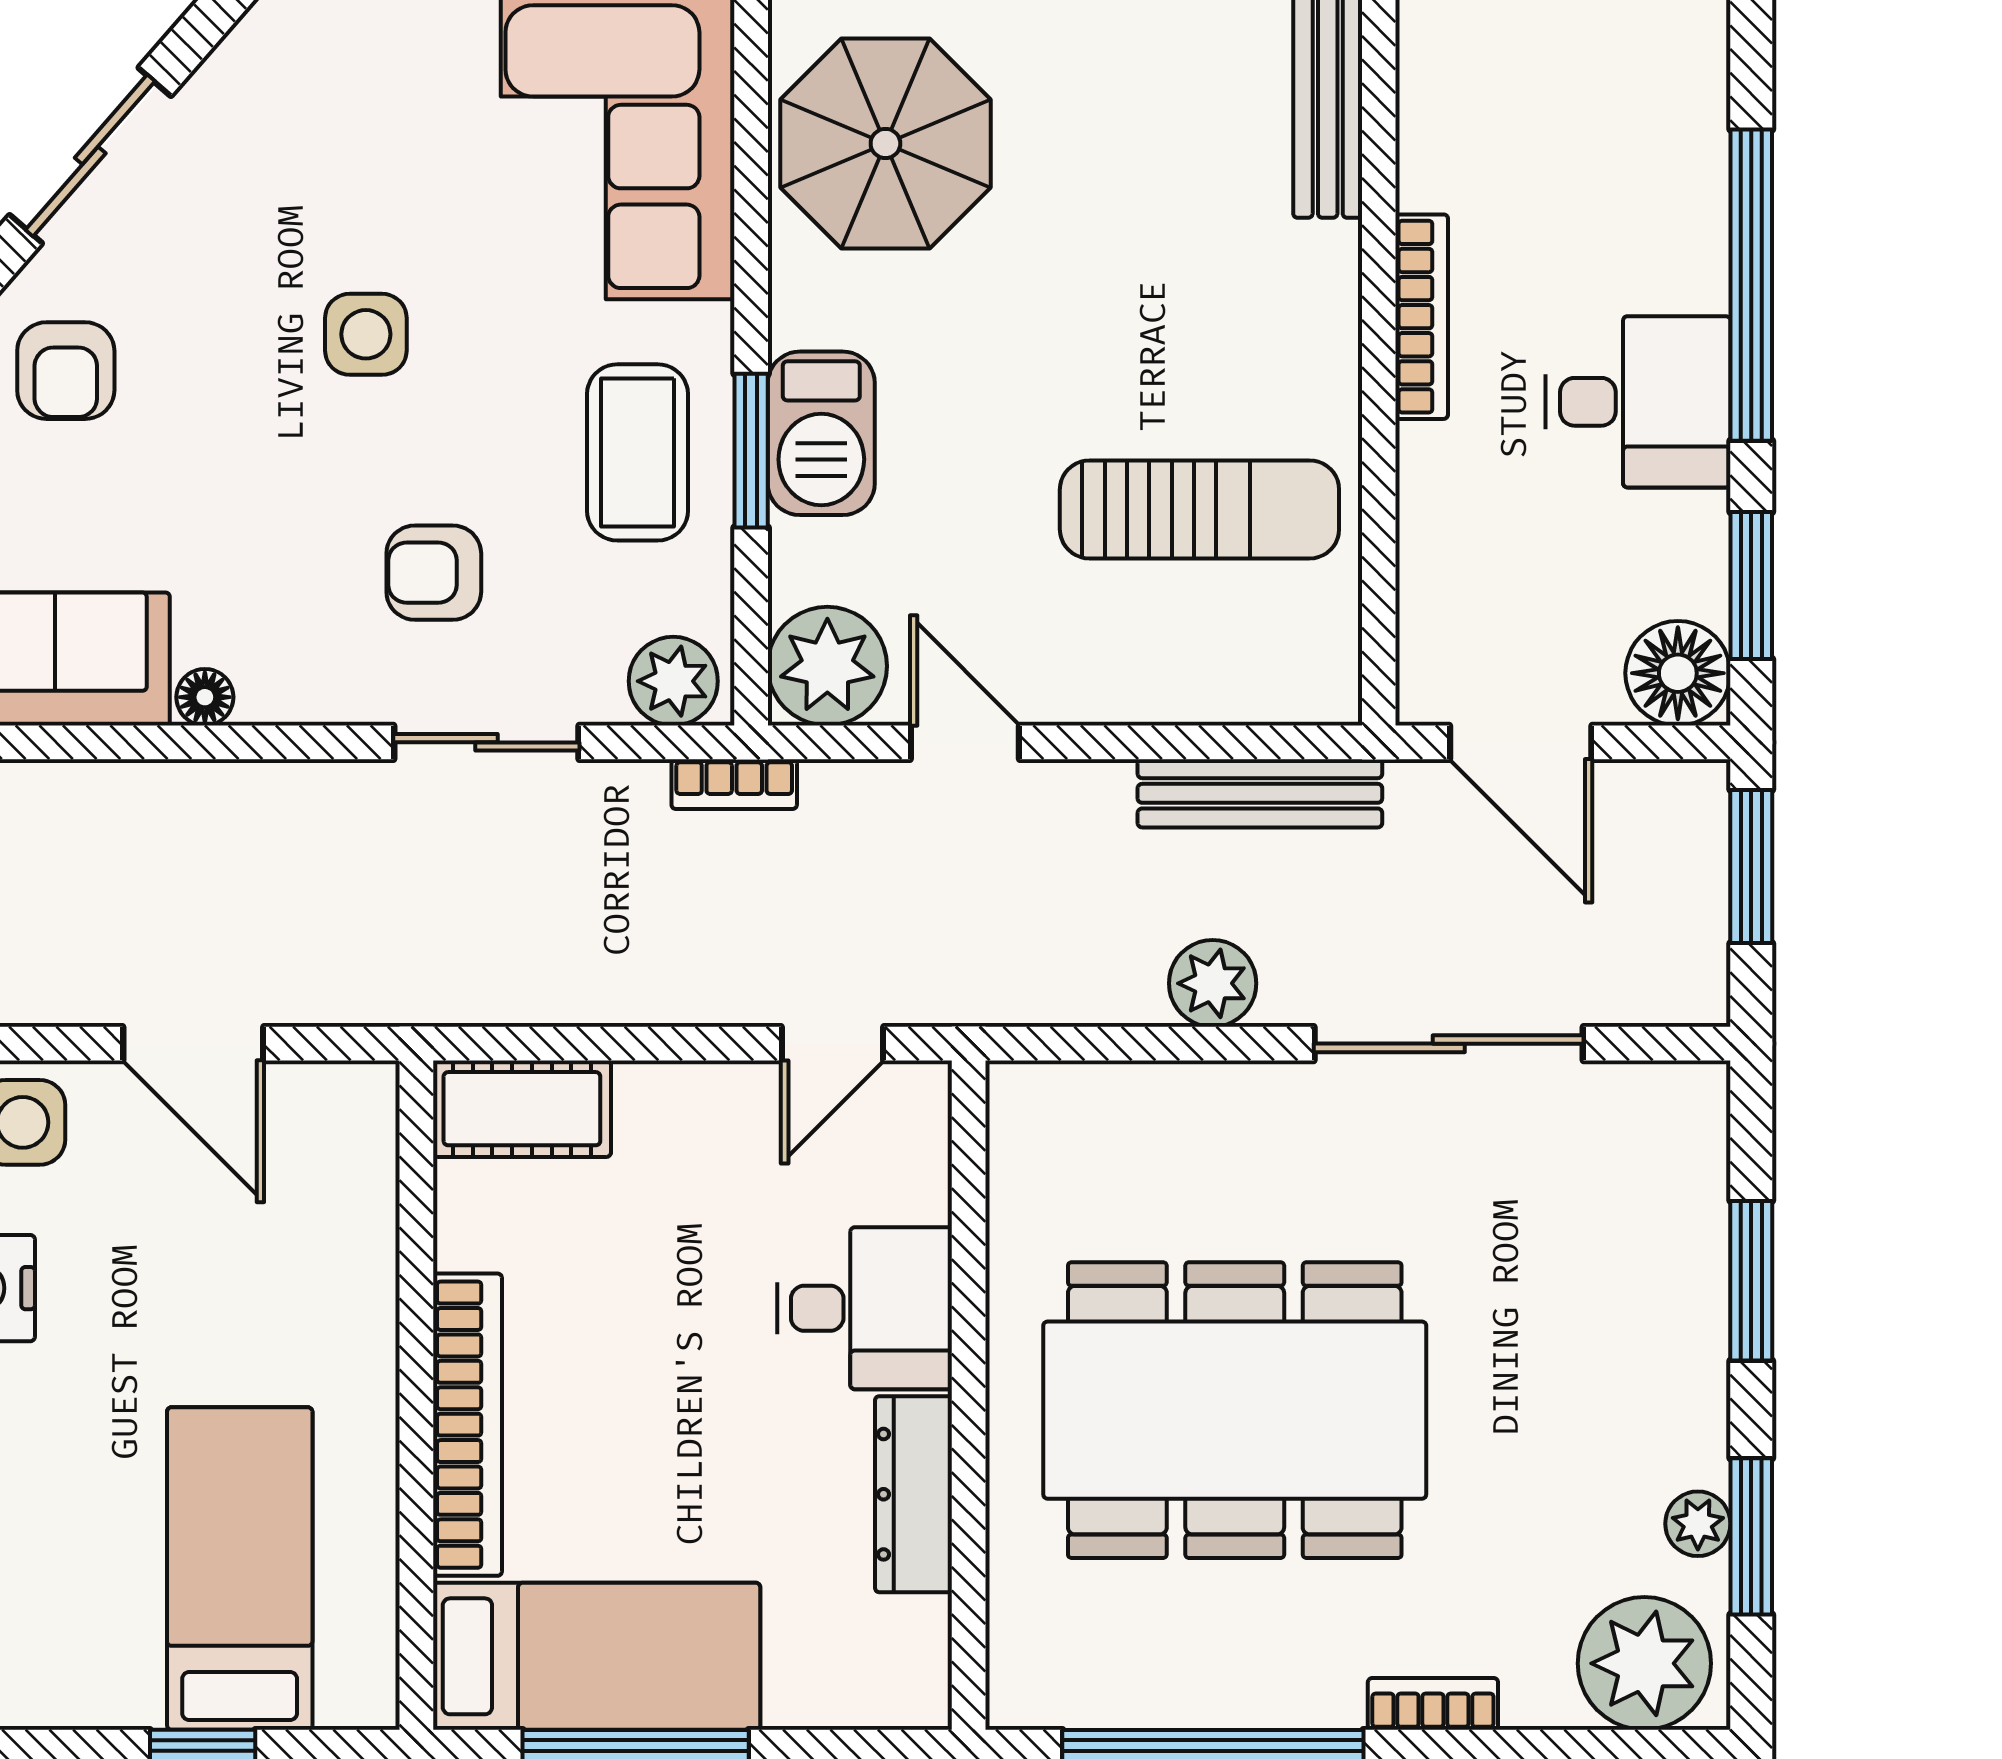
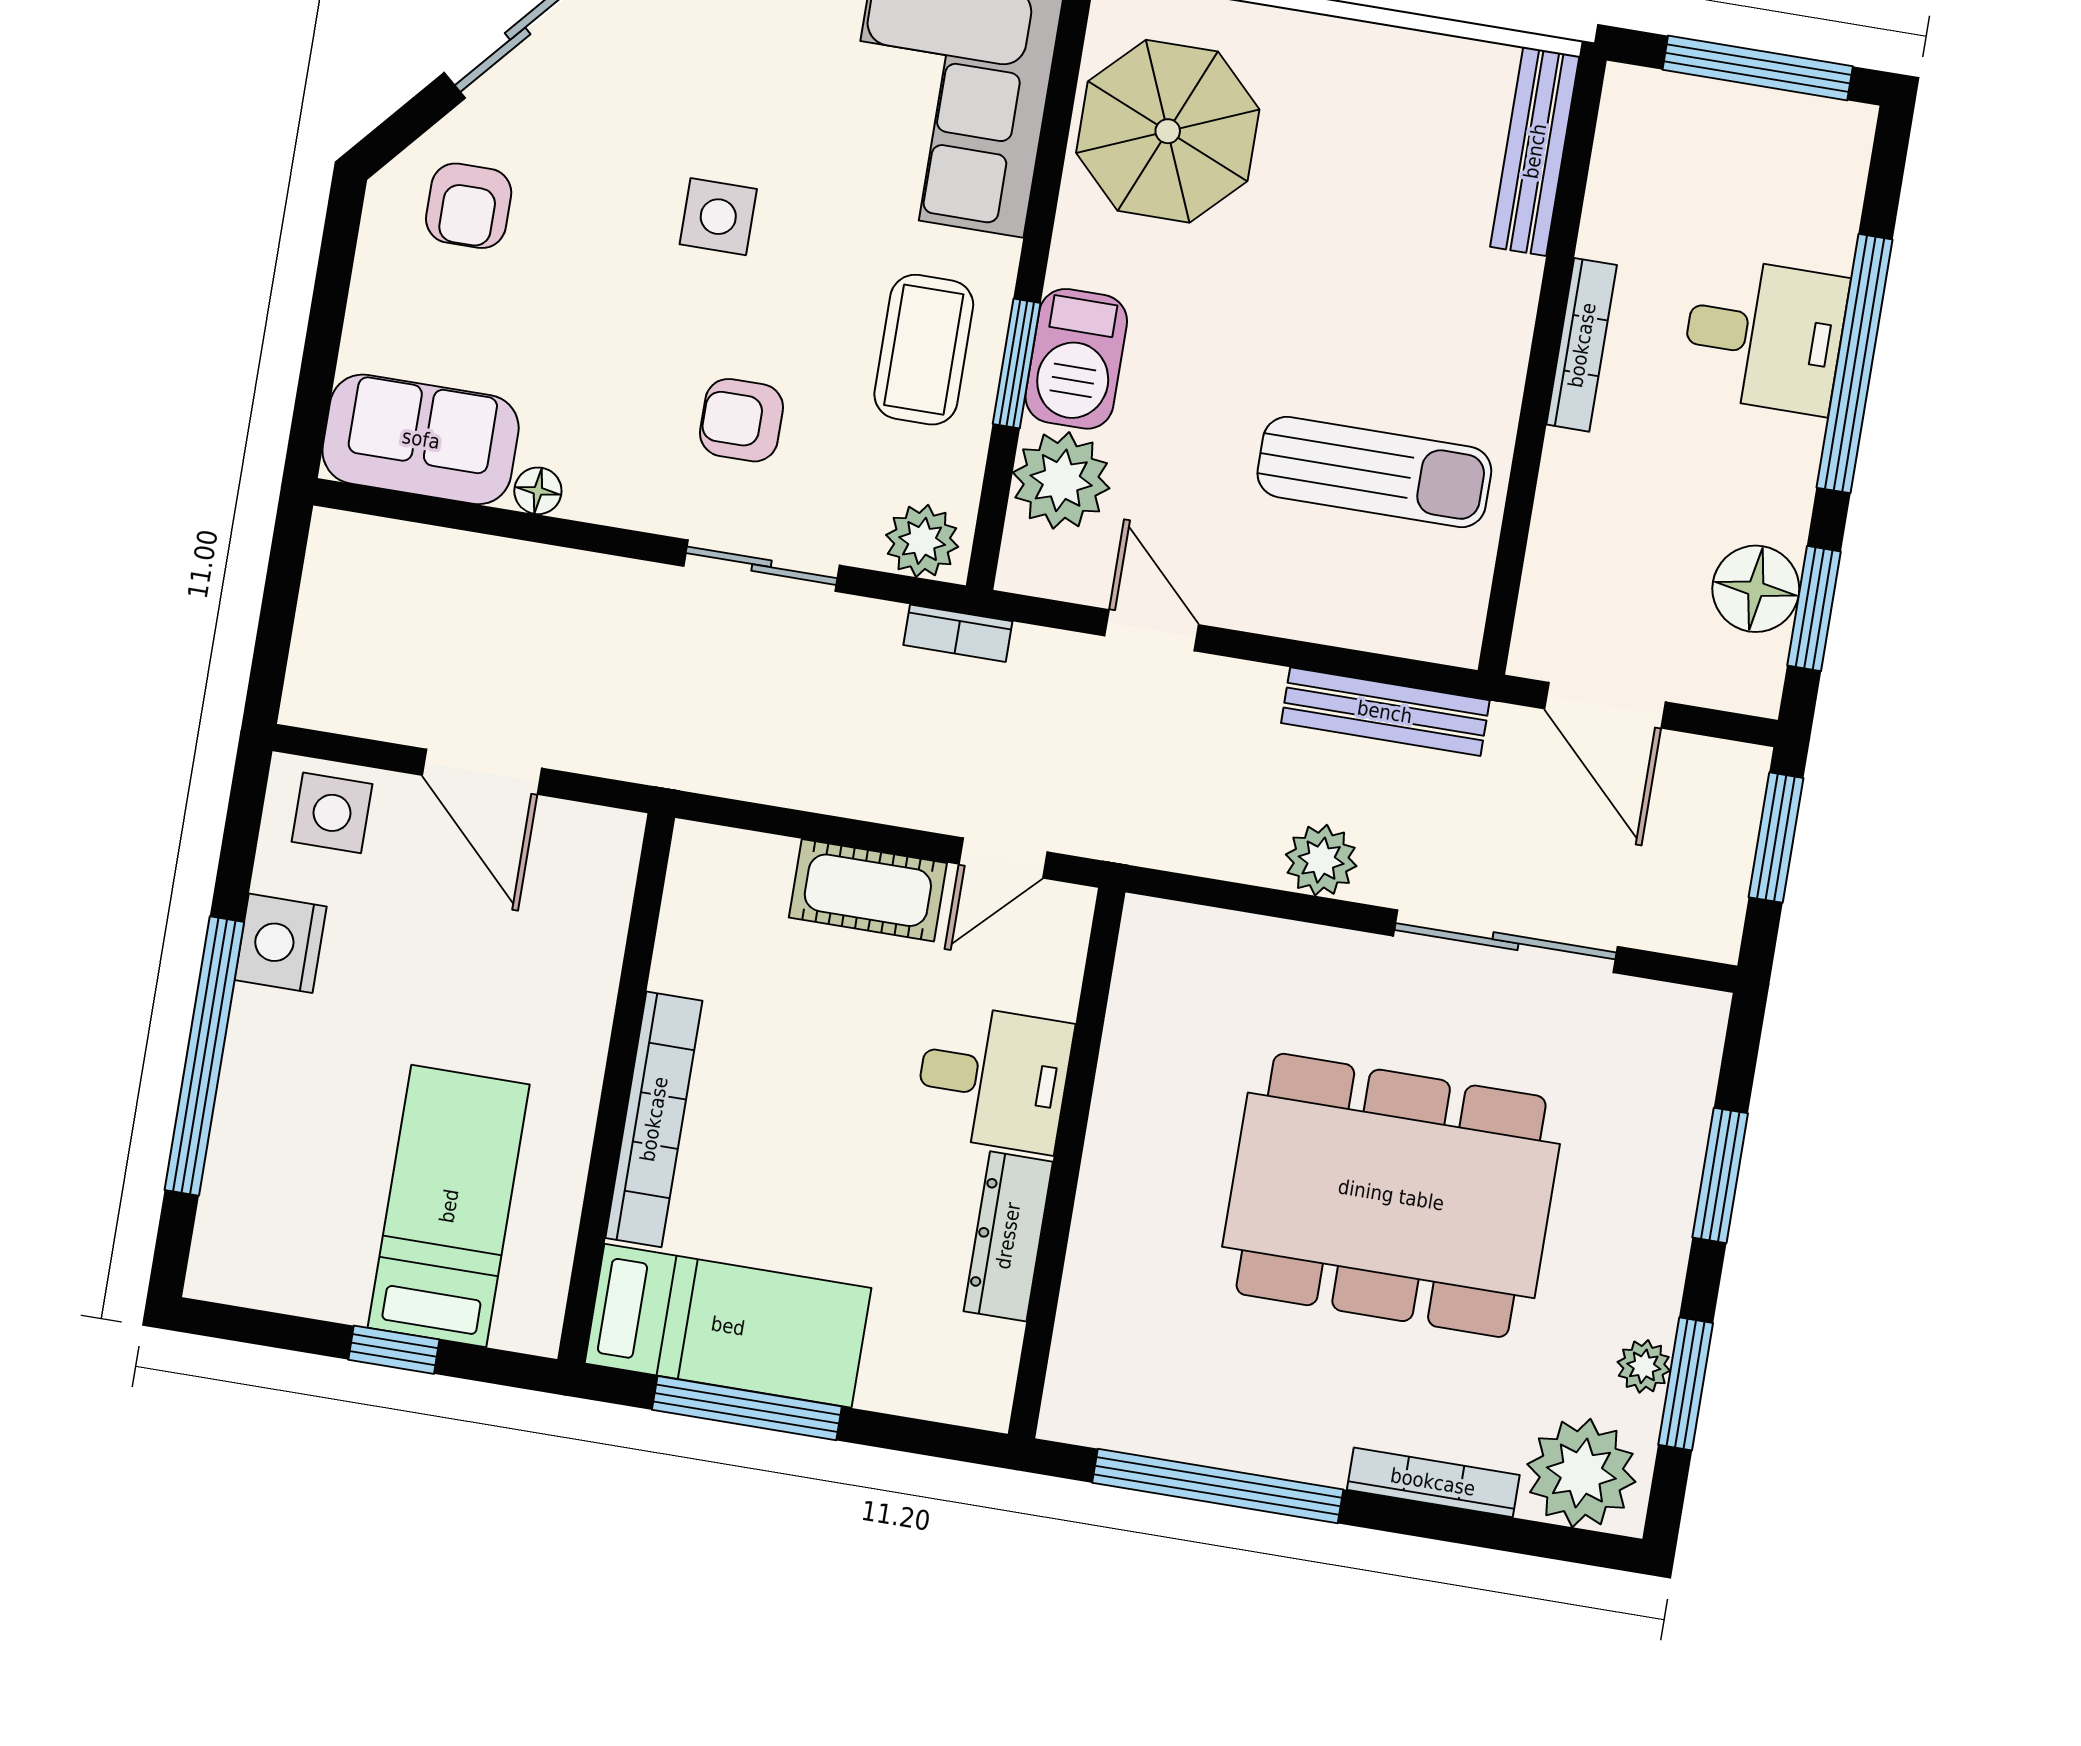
desk: (1638, 402) -> (1764, 336), moved
plant: (827, 666) -> (1061, 480), moved
floor lamp: (1678, 673) -> (1756, 589), moved
cot: (522, 1109) -> (868, 890), moved
dining table: (1235, 1410) -> (1391, 1195), moved
bookcase: (1433, 1704) -> (1433, 1482), width x1.56

